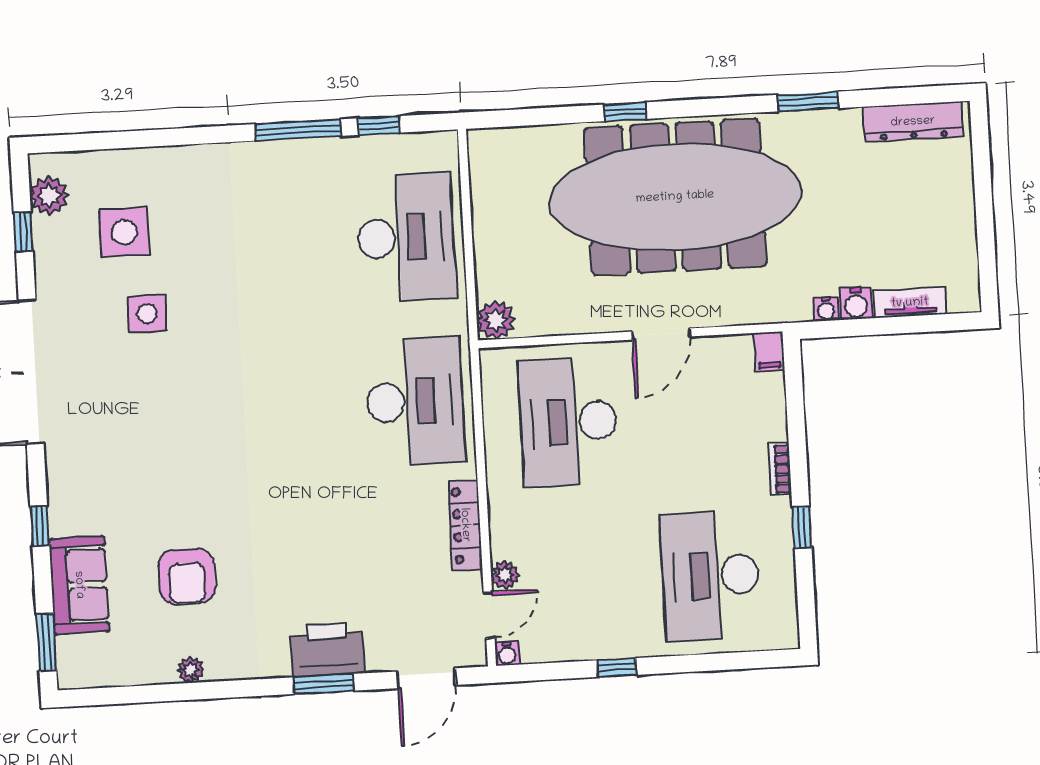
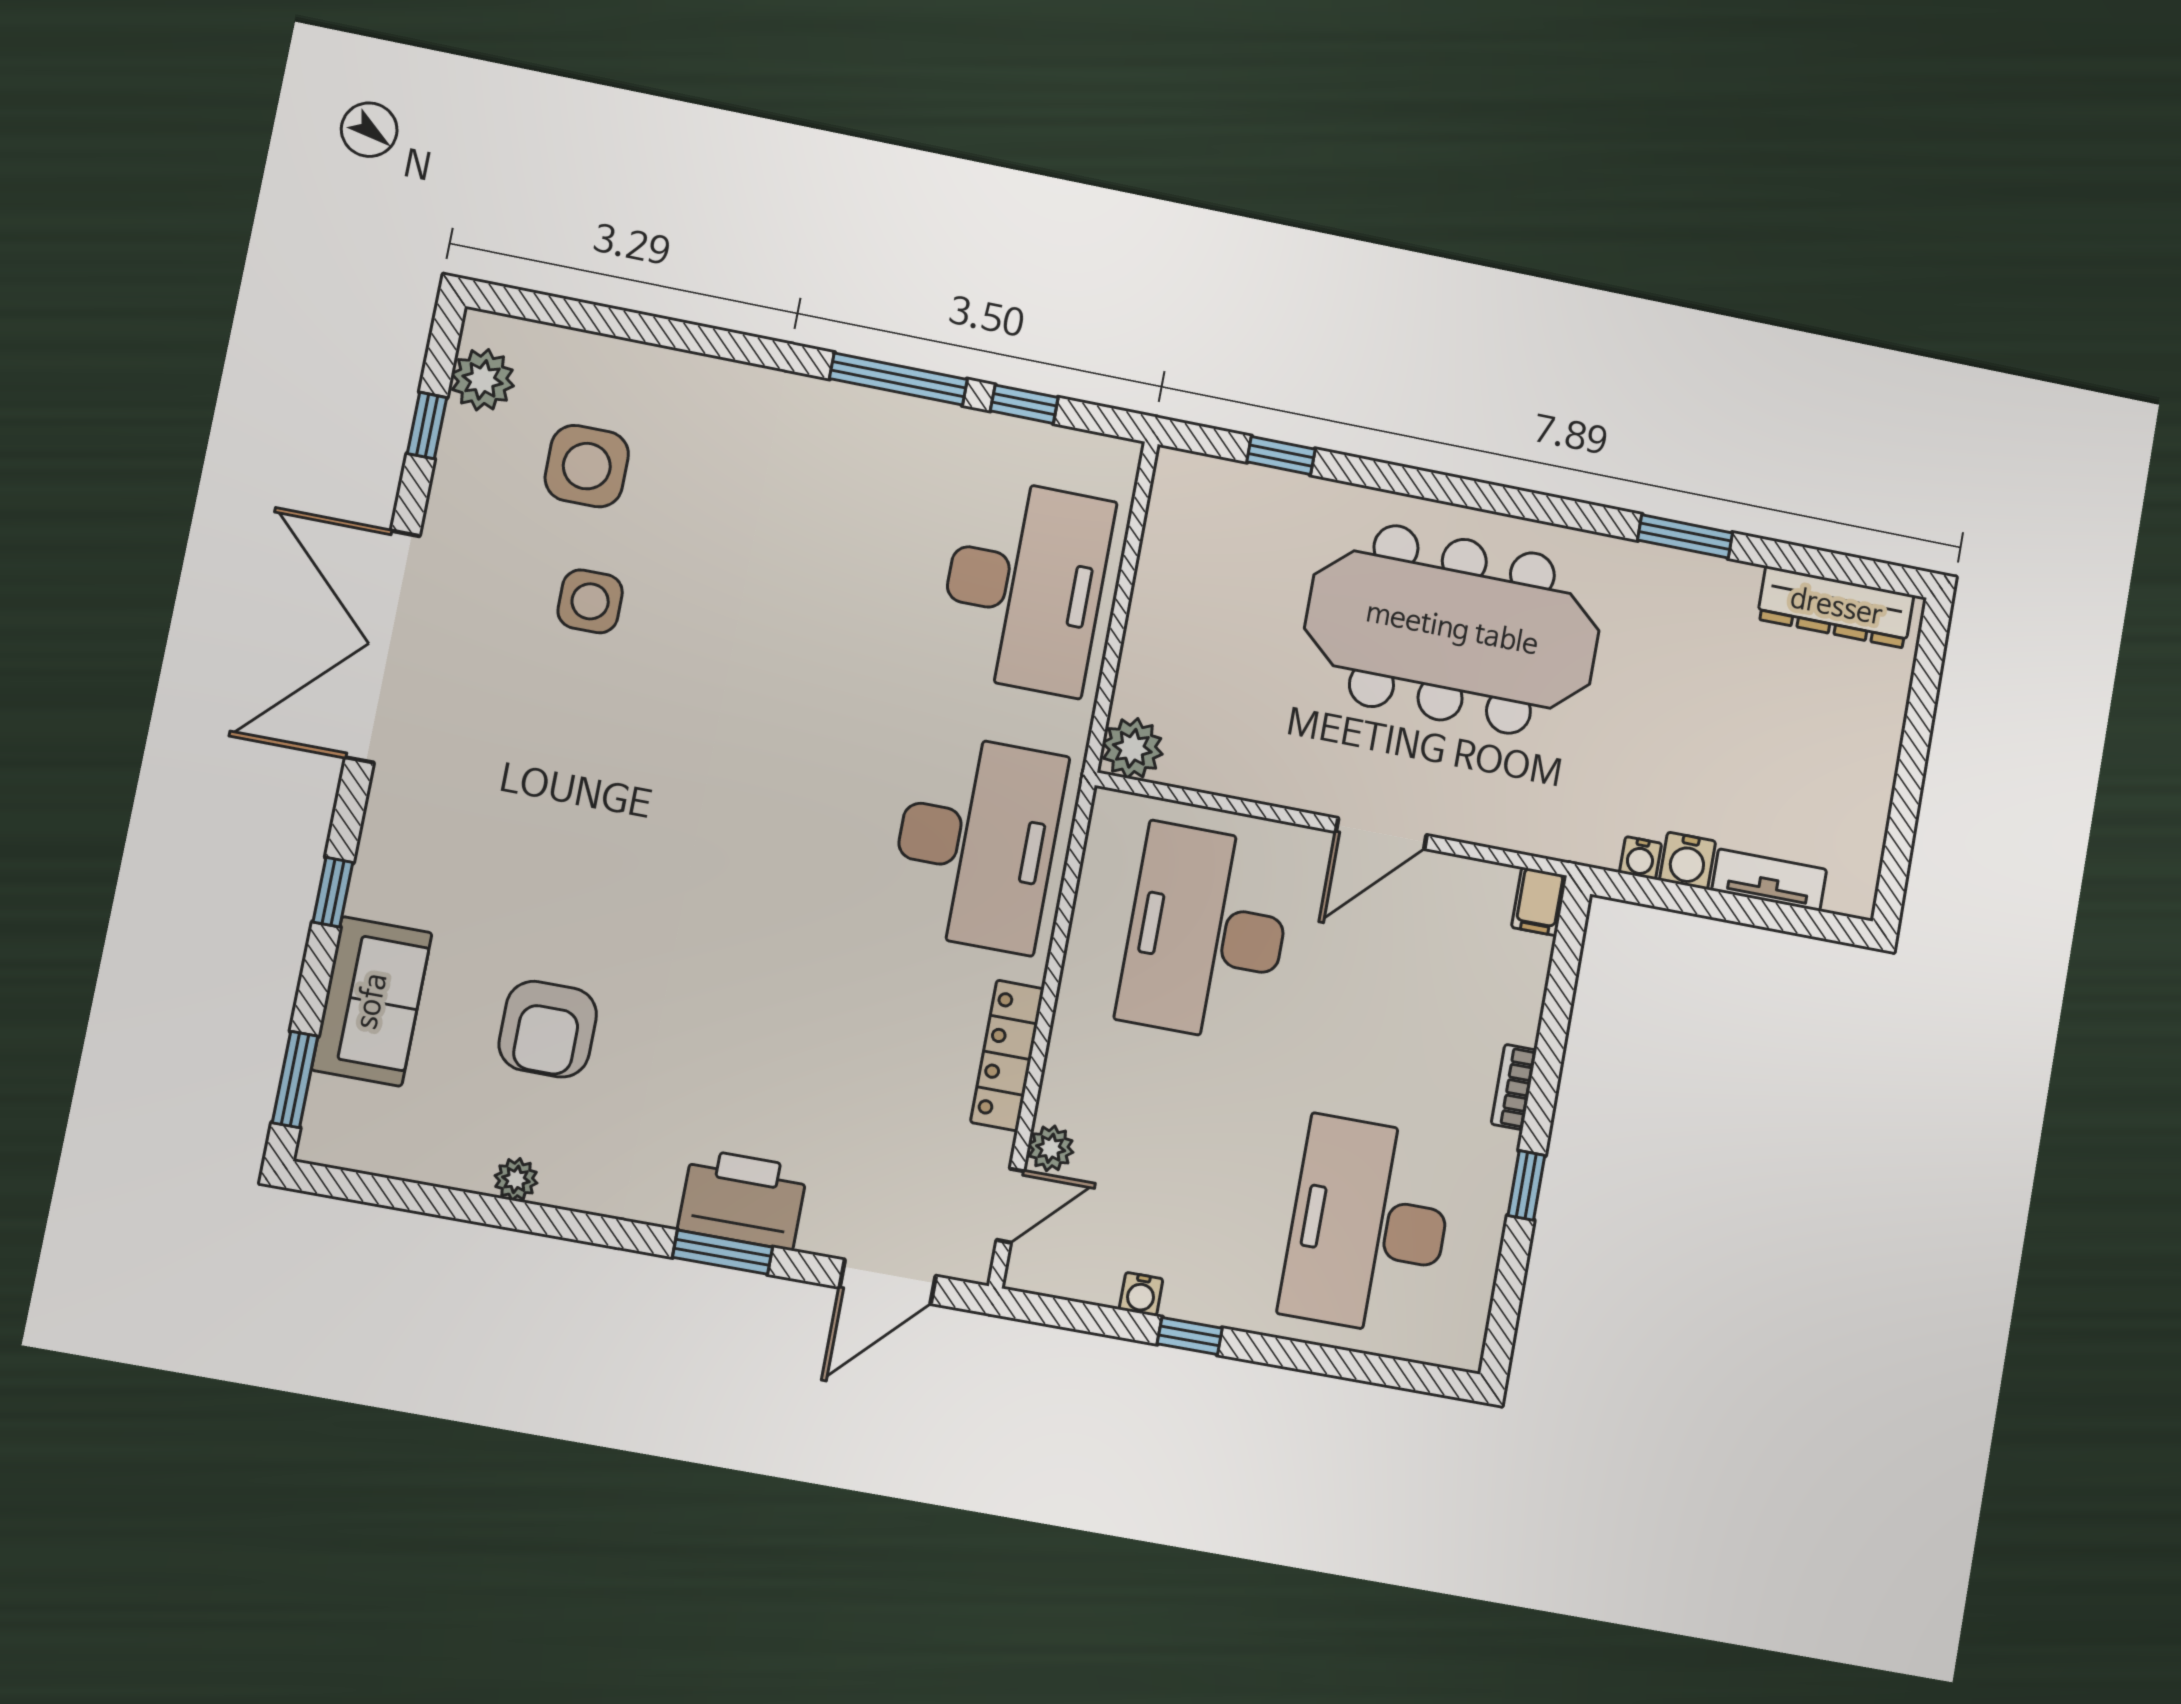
window: (625, 112) -> (1281, 456), moved
meeting table: (675, 197) -> (1452, 629), width x0.73, depth x0.79
water cooler: (507, 654) -> (1141, 1294), moved

